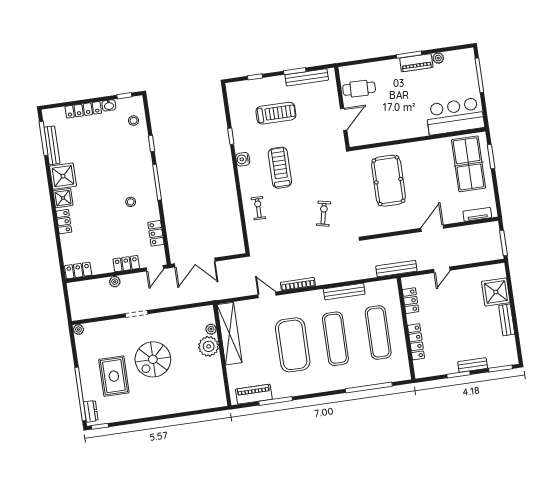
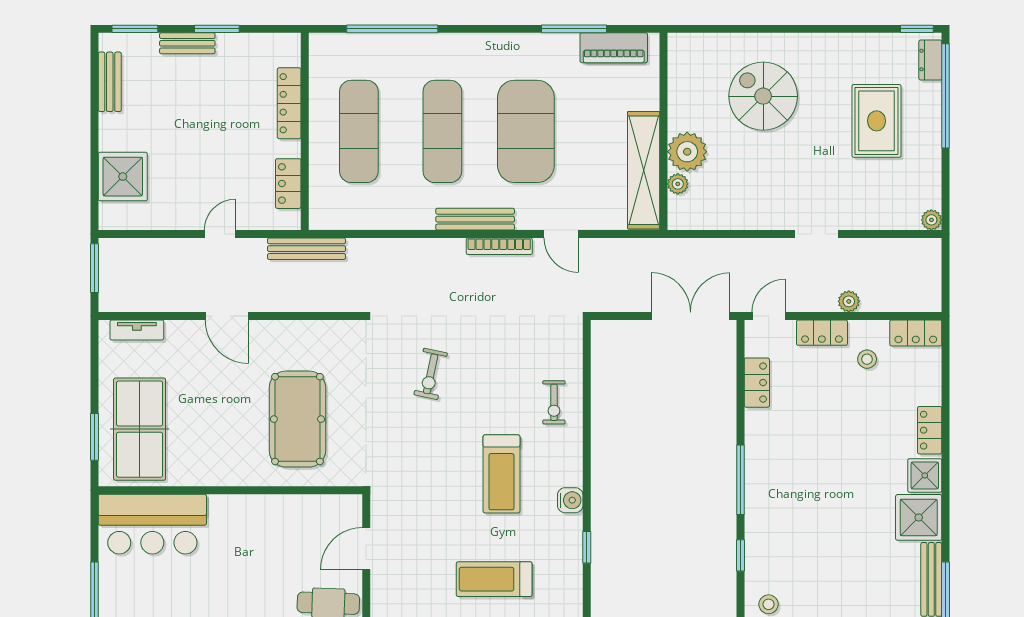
stool: (131, 202) -> (867, 359), moved
door: (432, 228) -> (227, 316), hinge flipped
bench: (344, 292) -> (475, 219), moved
bench: (507, 320) -> (110, 82), moved
spiral stairs: (153, 359) -> (763, 96), moved, turned -90

